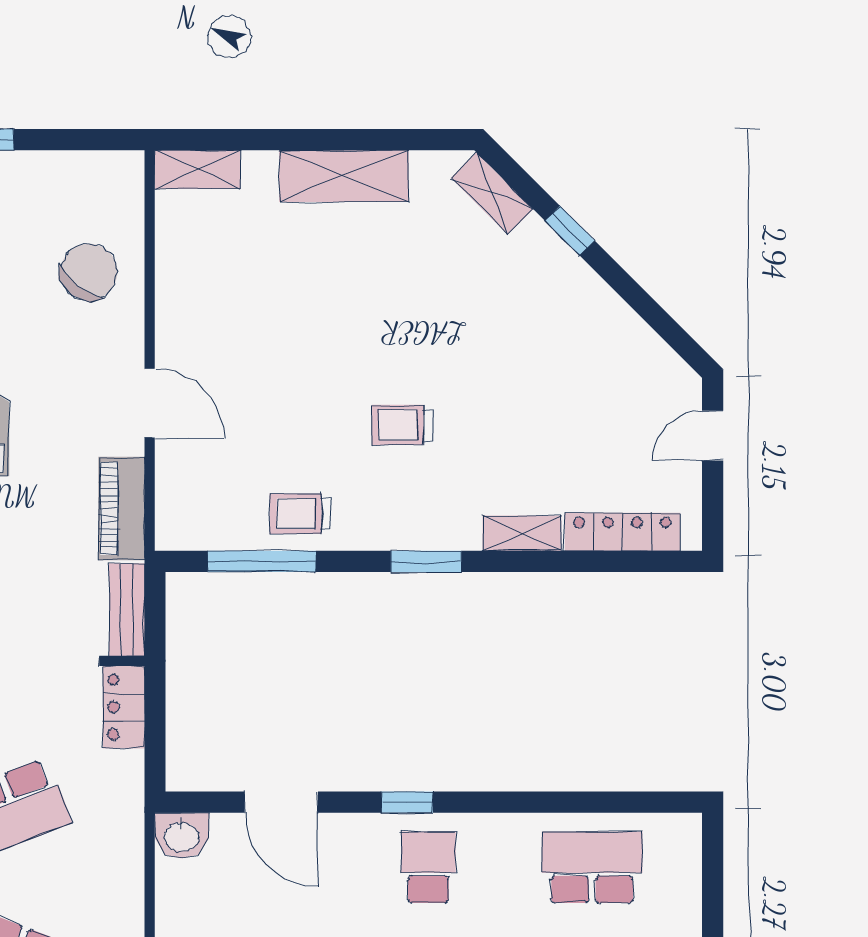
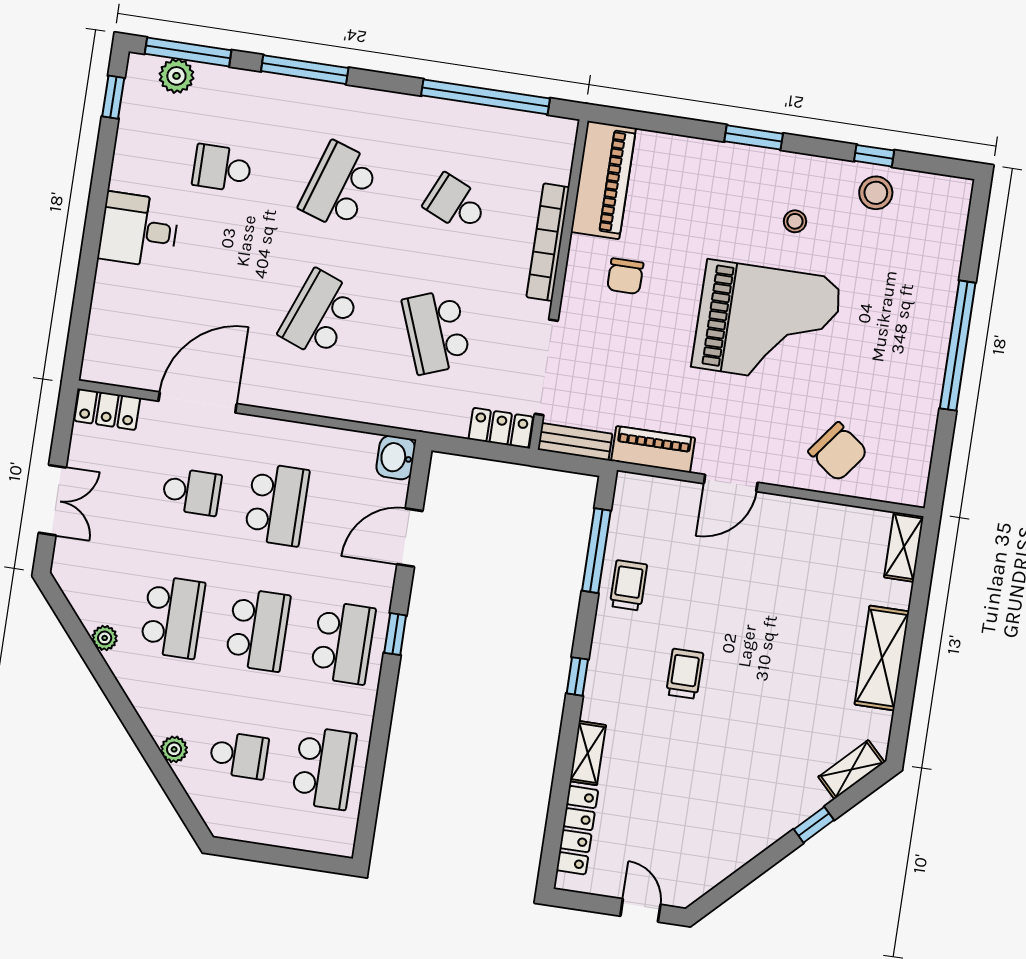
window: (426, 561) -> (577, 676), width x0.67
school desk: (428, 867) -> (343, 643), width x1.85

